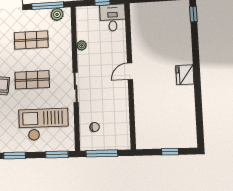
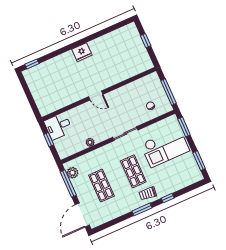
checkout: (44, 124) -> (165, 147), turned -90

